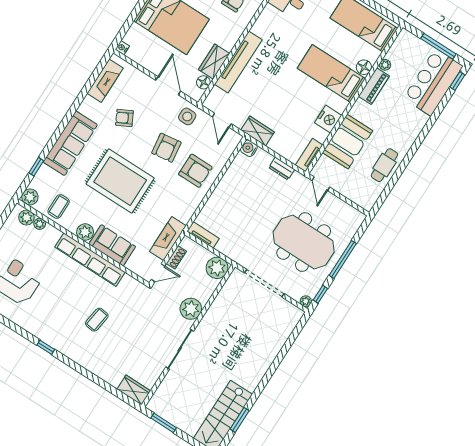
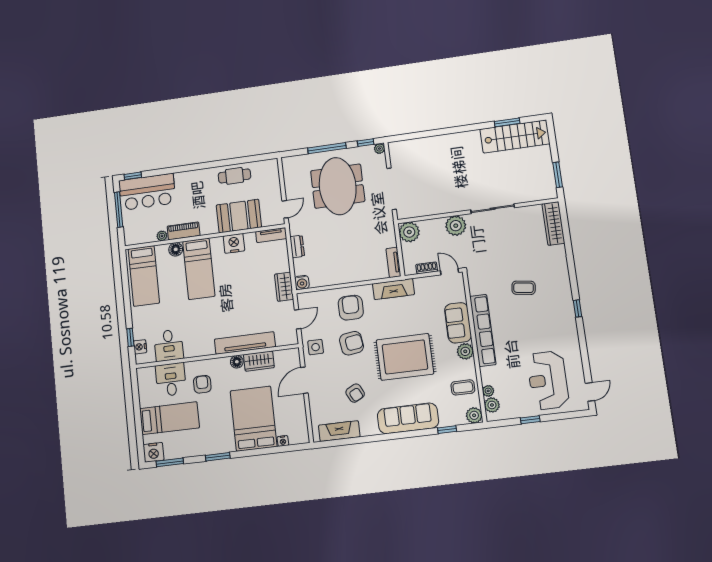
nightstand: (122, 48) -> (283, 441), moved
floor lamp: (203, 82) -> (237, 362), moved
rug: (120, 181) -> (405, 357), turned 90
fireplace: (168, 239) -> (393, 289), moved
wardrobe: (134, 390) -> (553, 224), width x1.50

